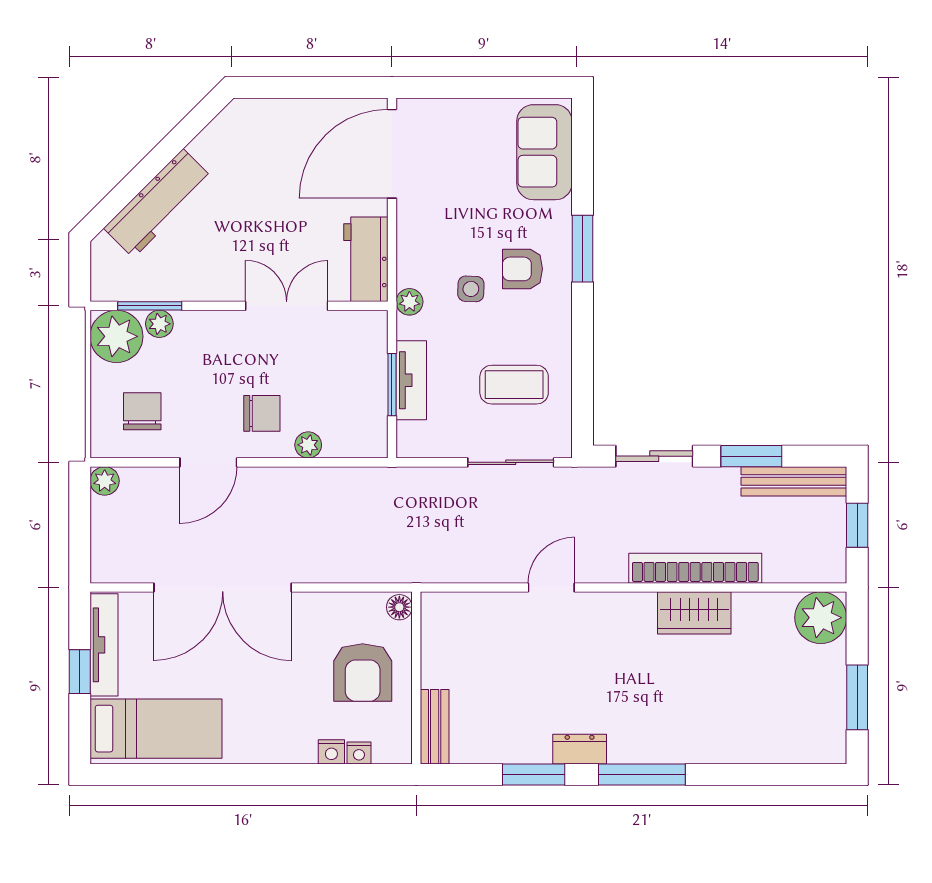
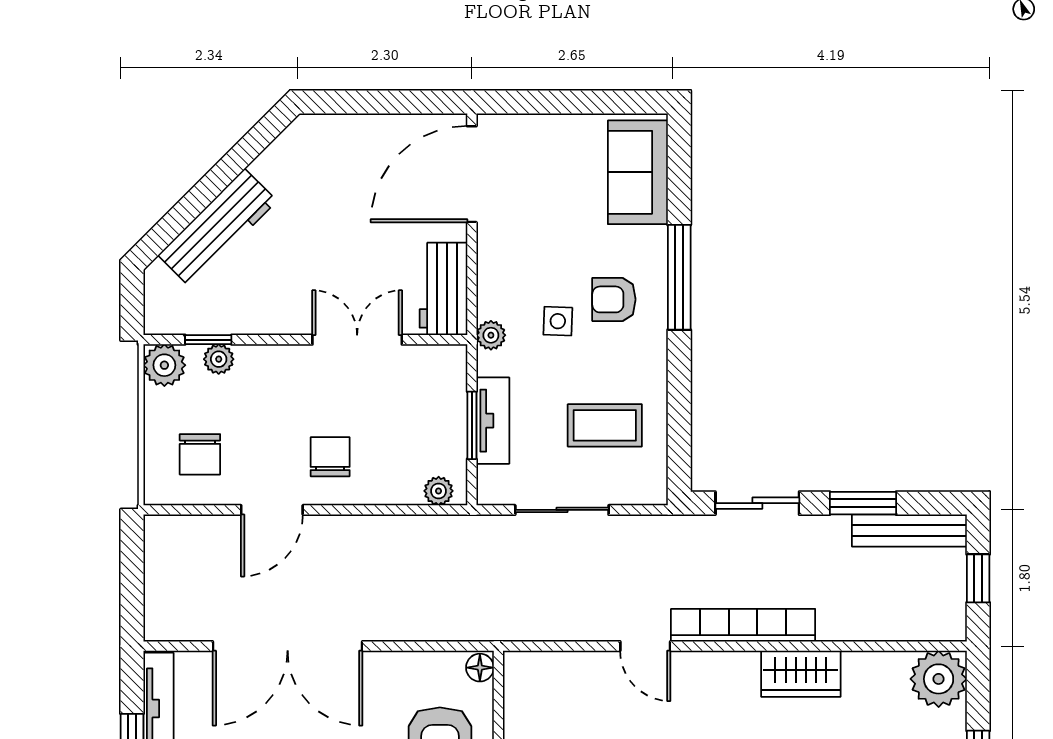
window: (582, 249) -> (679, 277), width x1.44
window: (150, 306) -> (208, 340), width x0.67
plant: (116, 336) -> (164, 365), width x0.73, depth x0.73
chair: (142, 411) -> (200, 454), turned 180
chair: (262, 413) -> (330, 457), turned -90
plant: (308, 445) -> (439, 491), moved
sliding door: (511, 462) -> (562, 510), moved
plant: (105, 481) -> (159, 530), removed
bookcase: (695, 568) -> (743, 625), moved
door: (551, 588) -> (645, 646), swing flipped

